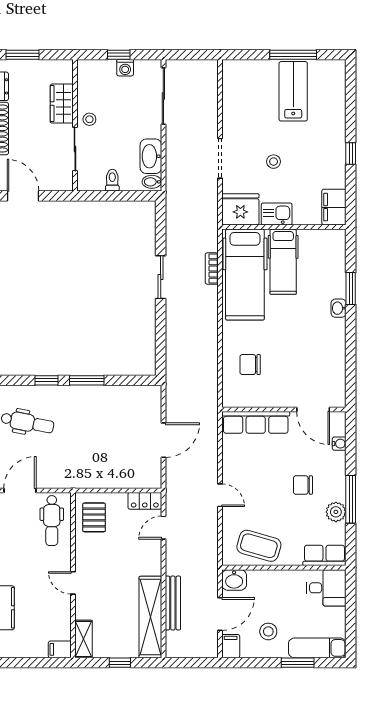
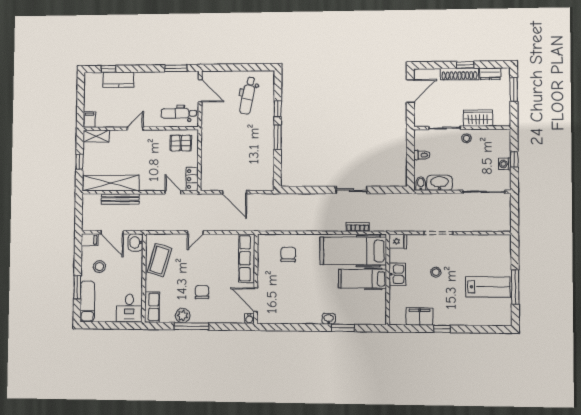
filing cabinet: (334, 207) -> (420, 316), moved
fridge: (240, 209) -> (398, 241), width x0.53, depth x0.75
door: (313, 410) -> (256, 300), hinge flipped
water cooler: (339, 444) -> (249, 319), moved

